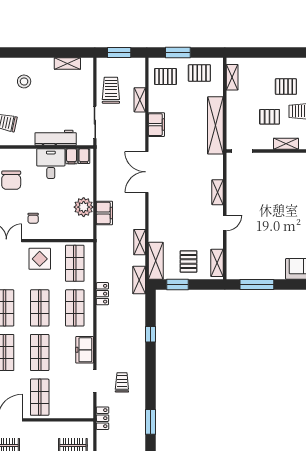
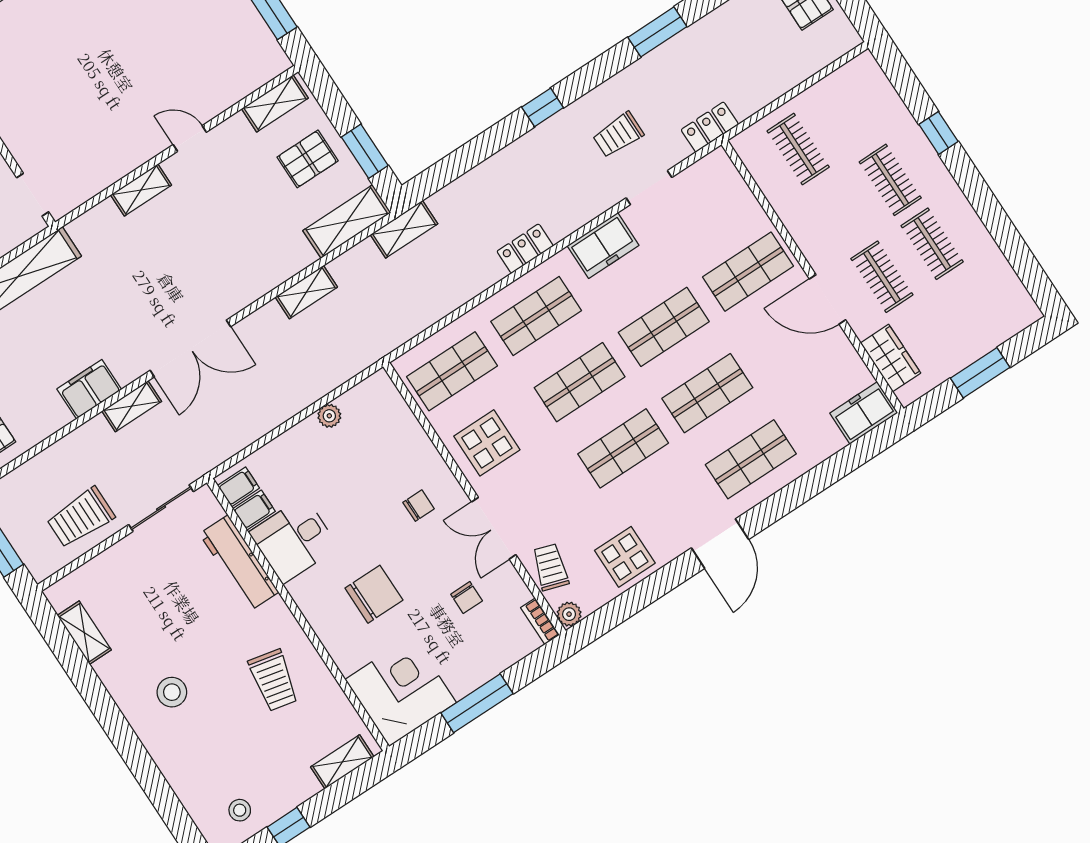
shelving: (140, 100) -> (132, 406), moved
plant: (84, 207) -> (329, 416), width x0.53, depth x0.53
filing cabinet: (104, 213) -> (320, 378), removed
shelving: (140, 242) -> (306, 292), moved
locker: (102, 294) -> (525, 249), moved
window: (150, 334) -> (543, 107), moved

